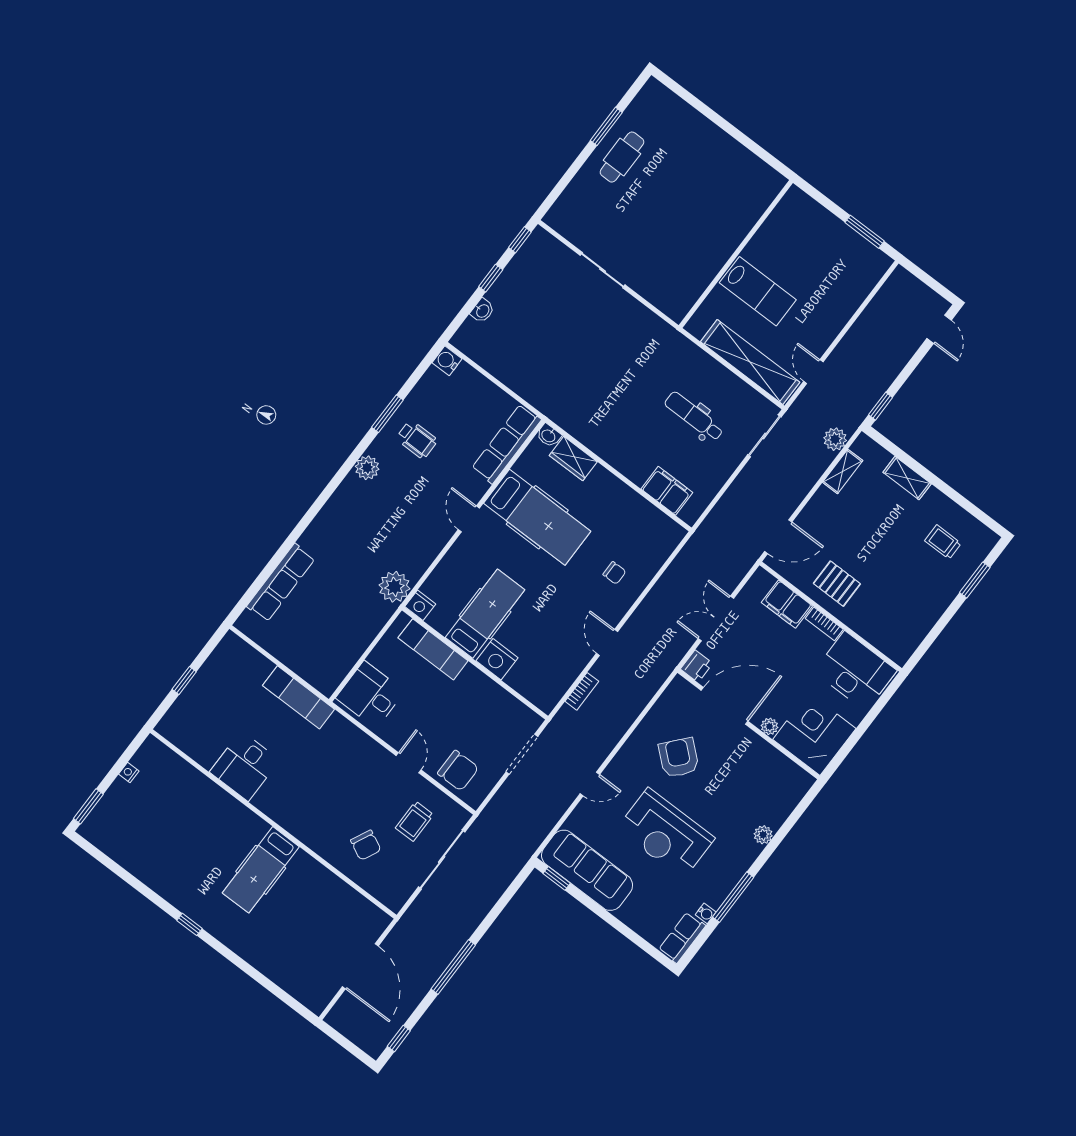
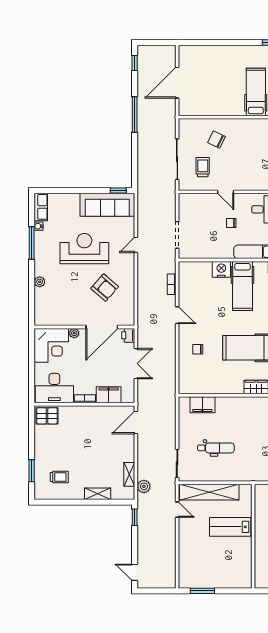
pallet: (837, 584) -> (47, 416), moved
chair: (458, 771) -> (231, 223), moved, width x0.54, depth x0.54
door: (360, 966) -> (177, 83), hinge flipped

